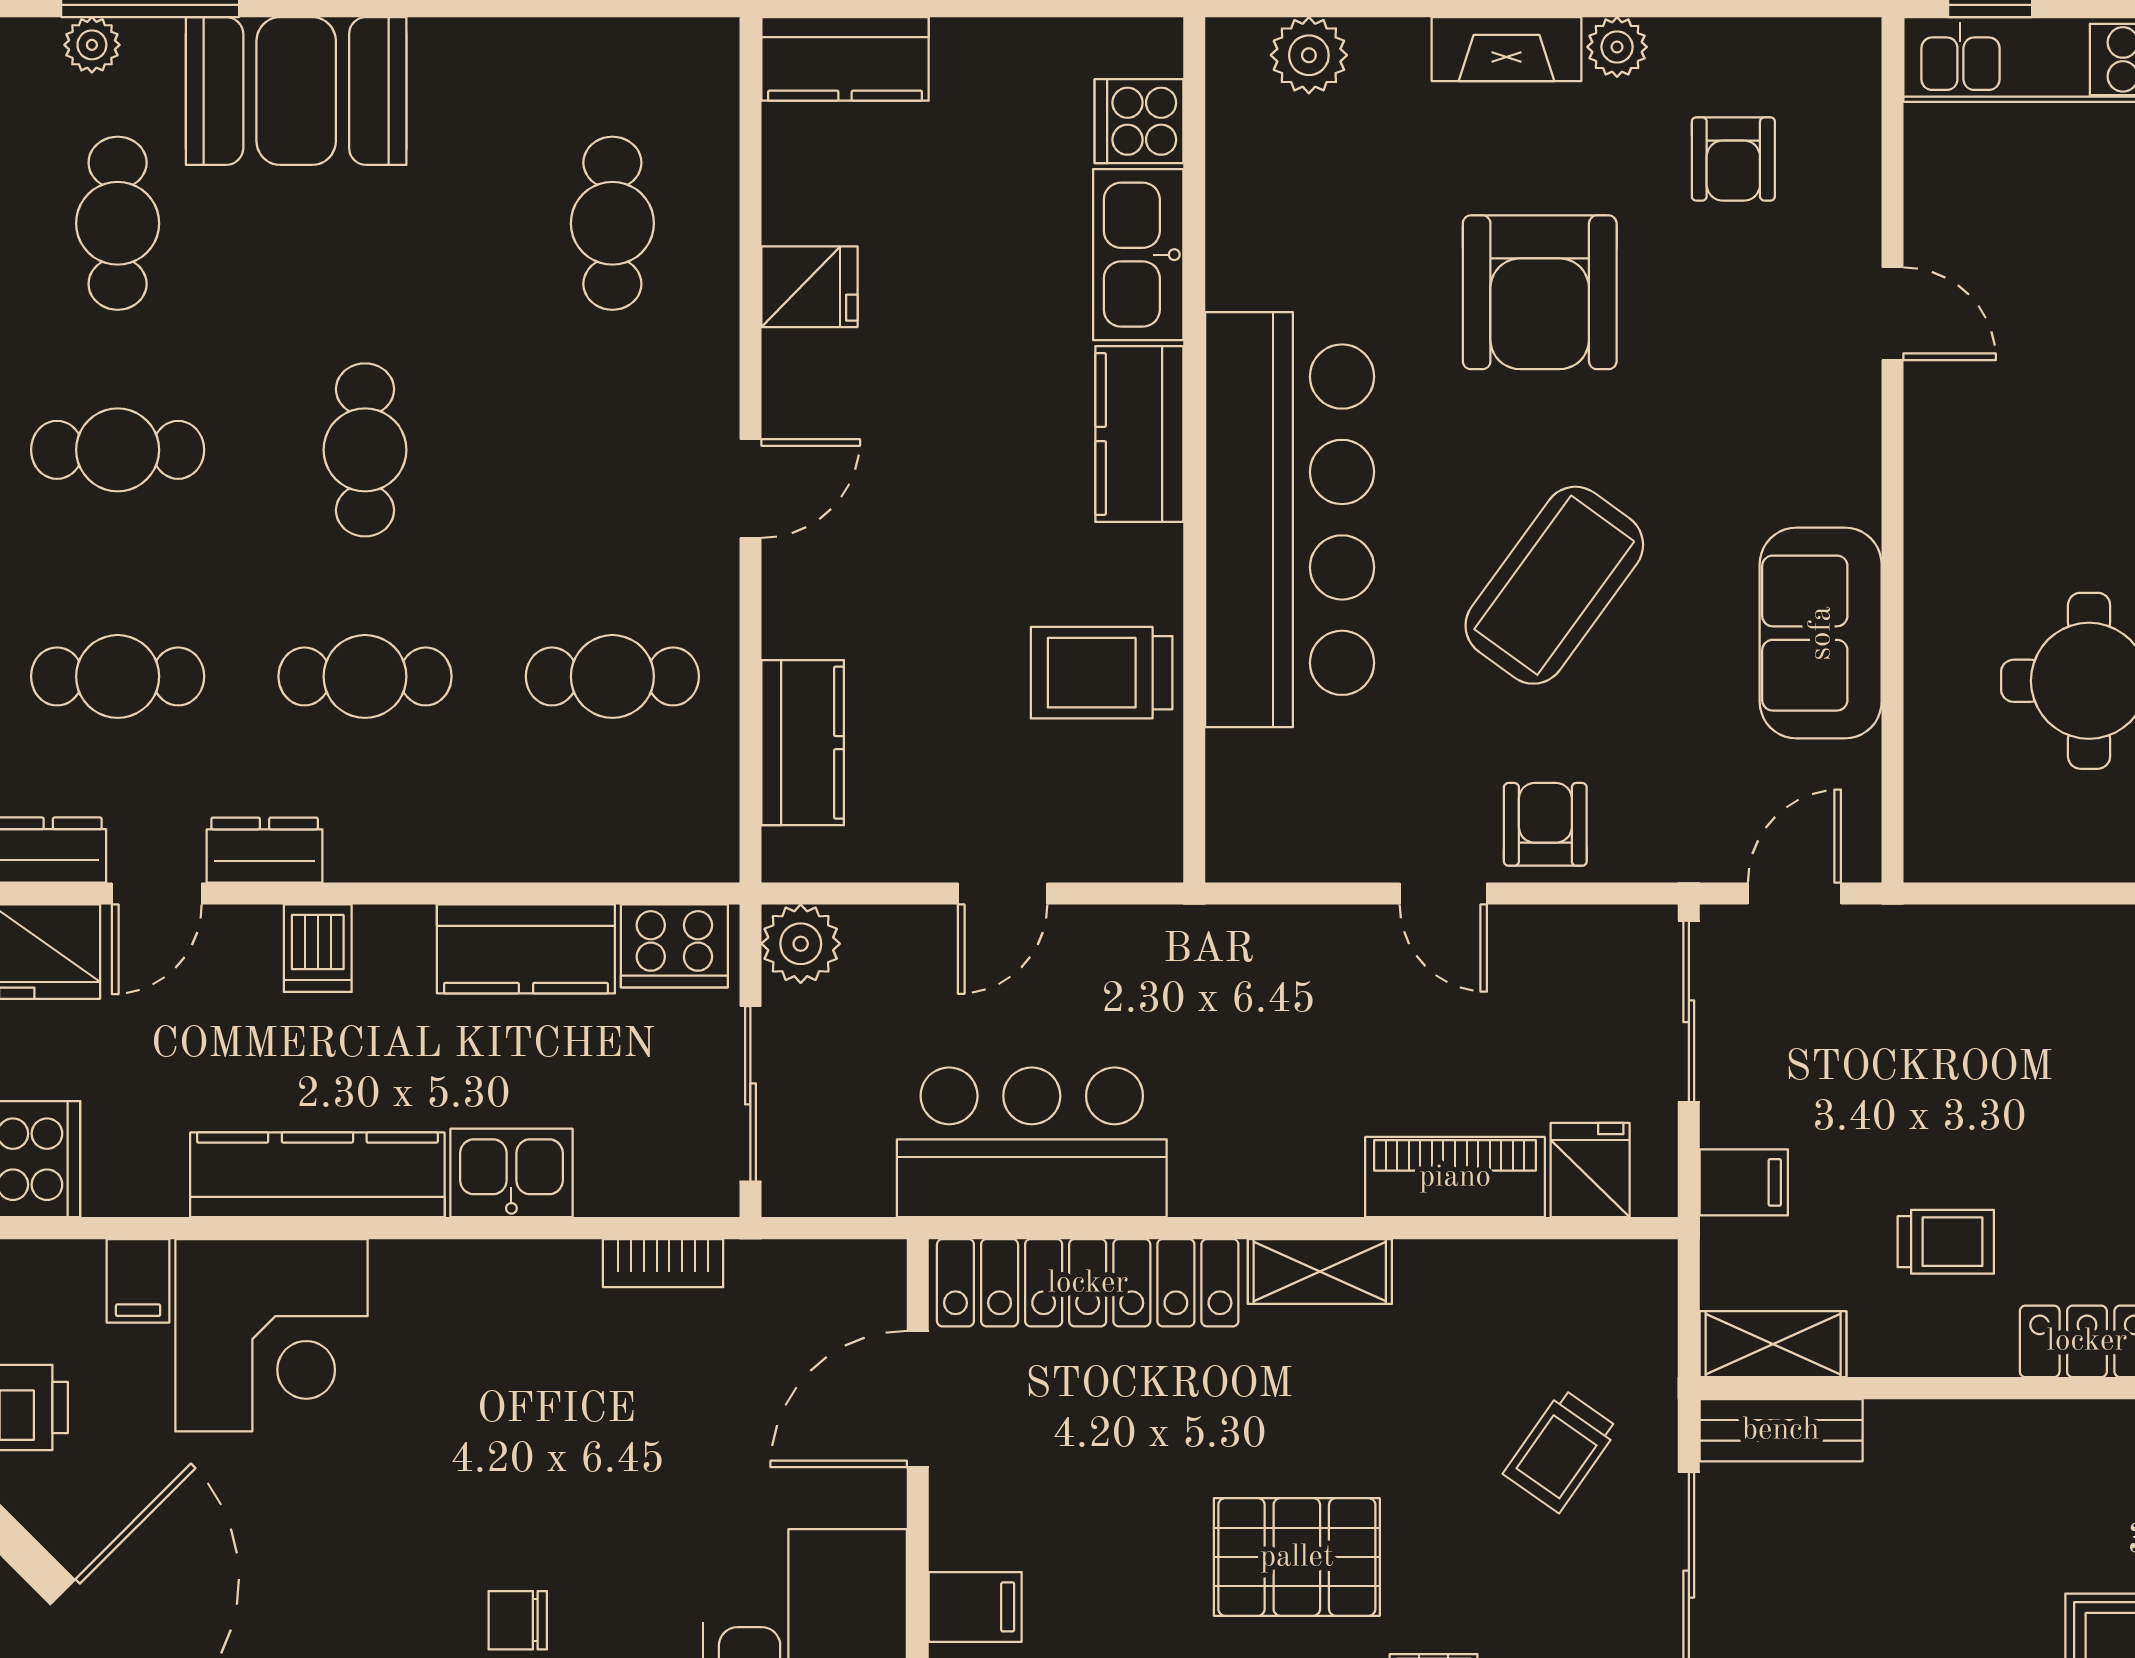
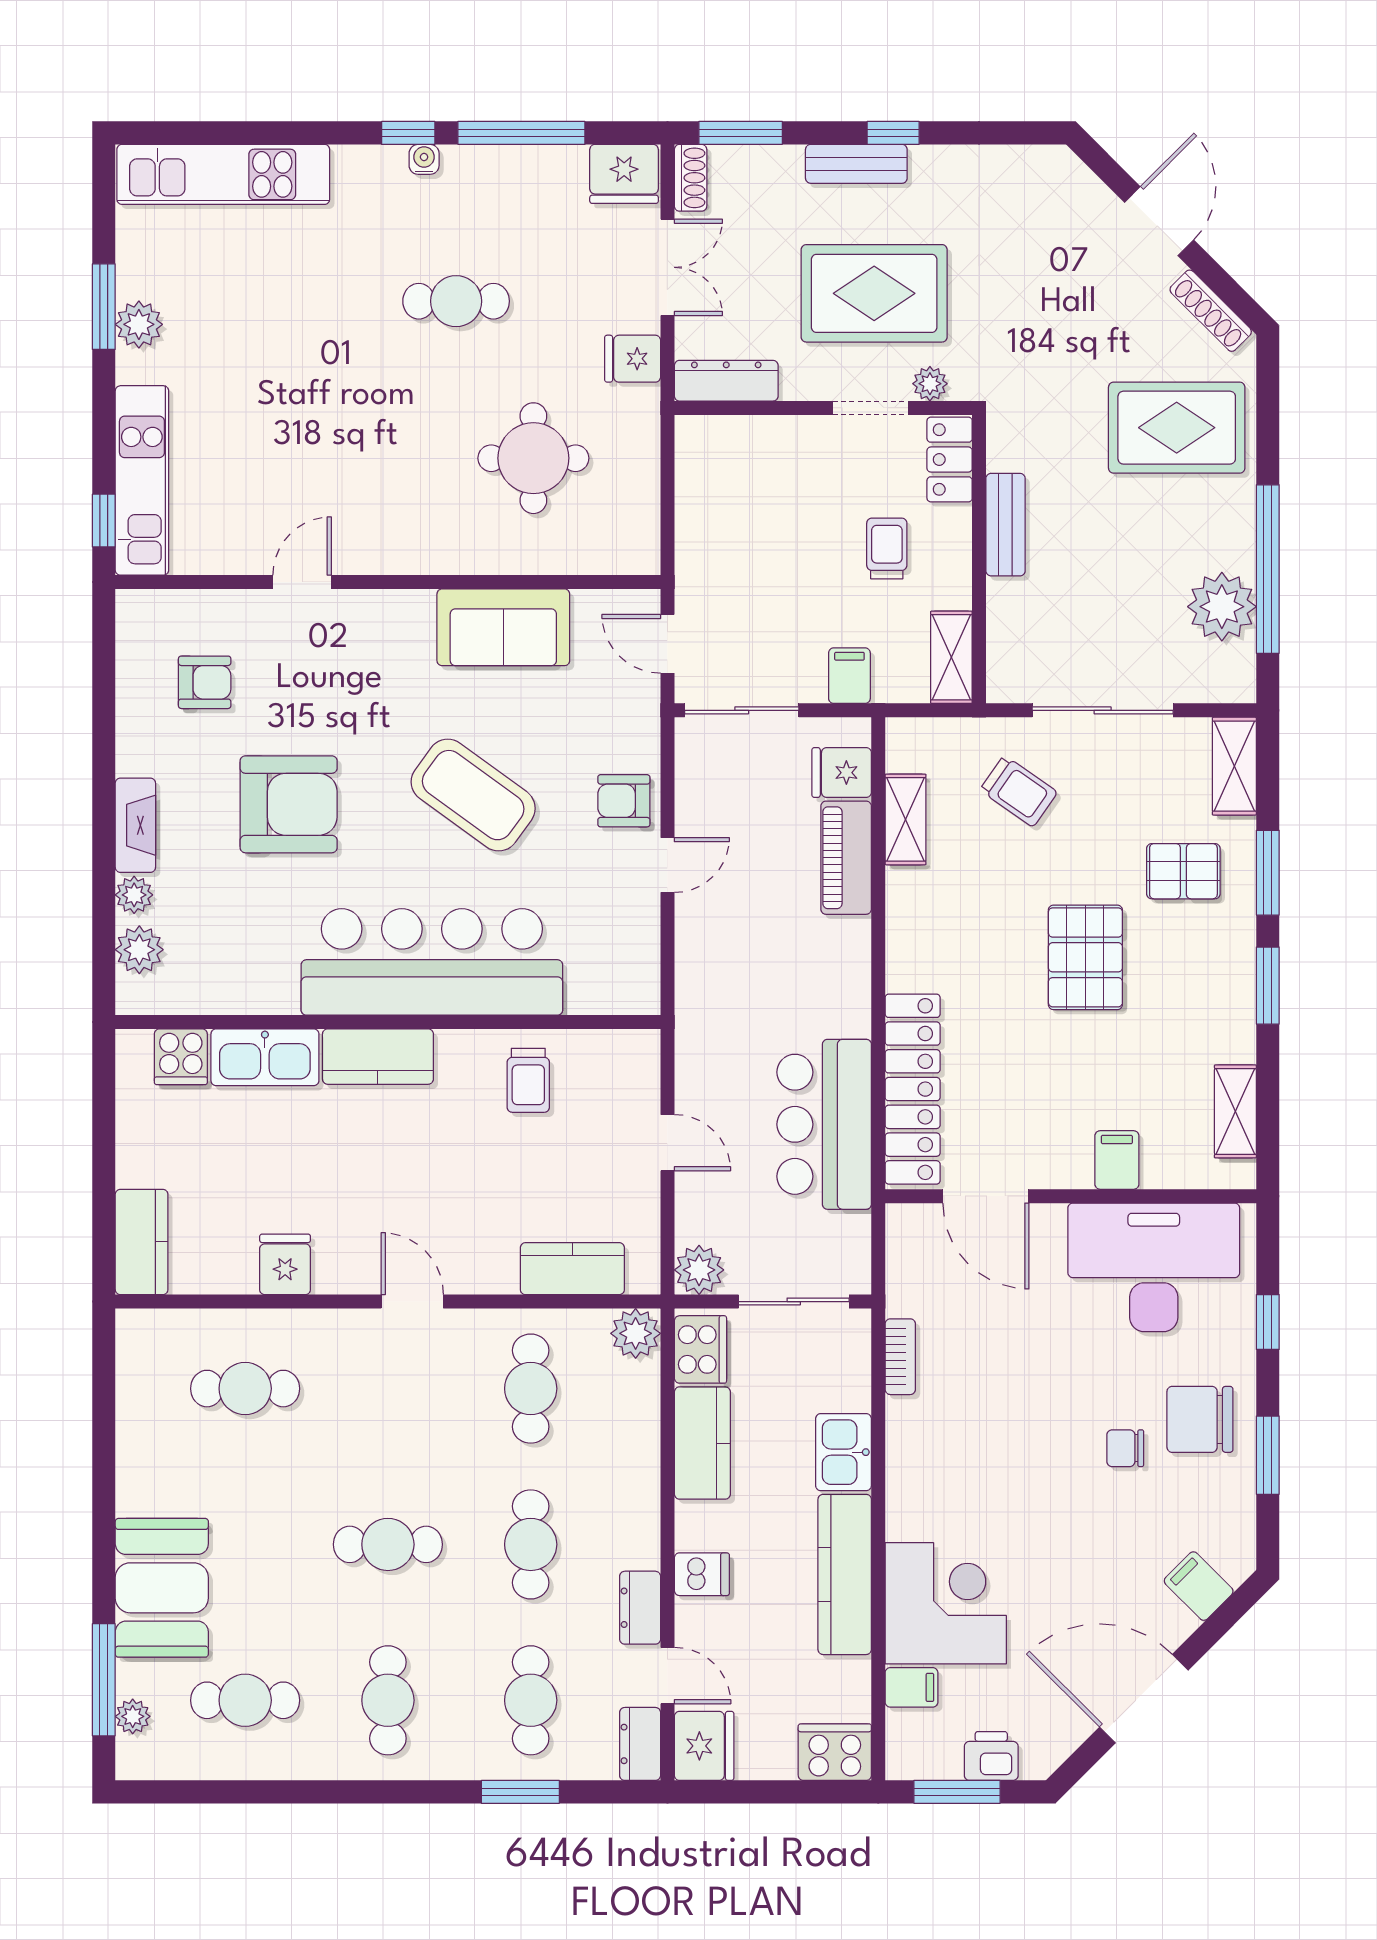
plant: (1617, 47) -> (134, 895), moved
trolley: (1102, 673) -> (528, 1080), width x0.73, depth x0.72
plant: (700, 843) -> (636, 1333), added
shelving: (1320, 1271) -> (906, 819), moved
bench: (1781, 1430) -> (1006, 525), moved
chair: (518, 1620) -> (1125, 1448), turned 90

